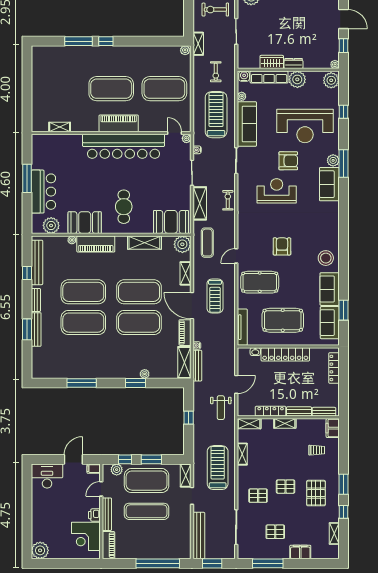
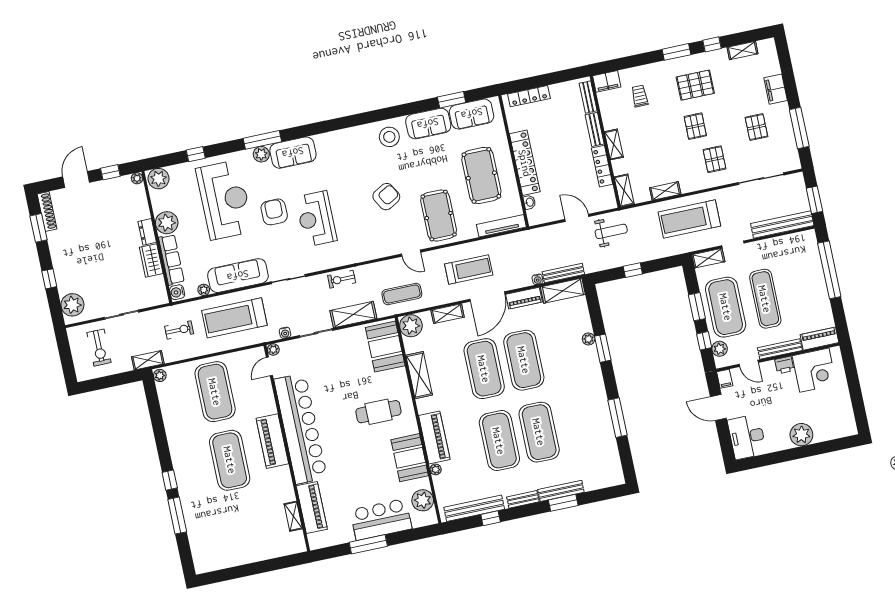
piano: (63, 142) -> (312, 507), added
armchair: (282, 246) -> (386, 197), turned 150
plant: (40, 550) -> (801, 435), moved

